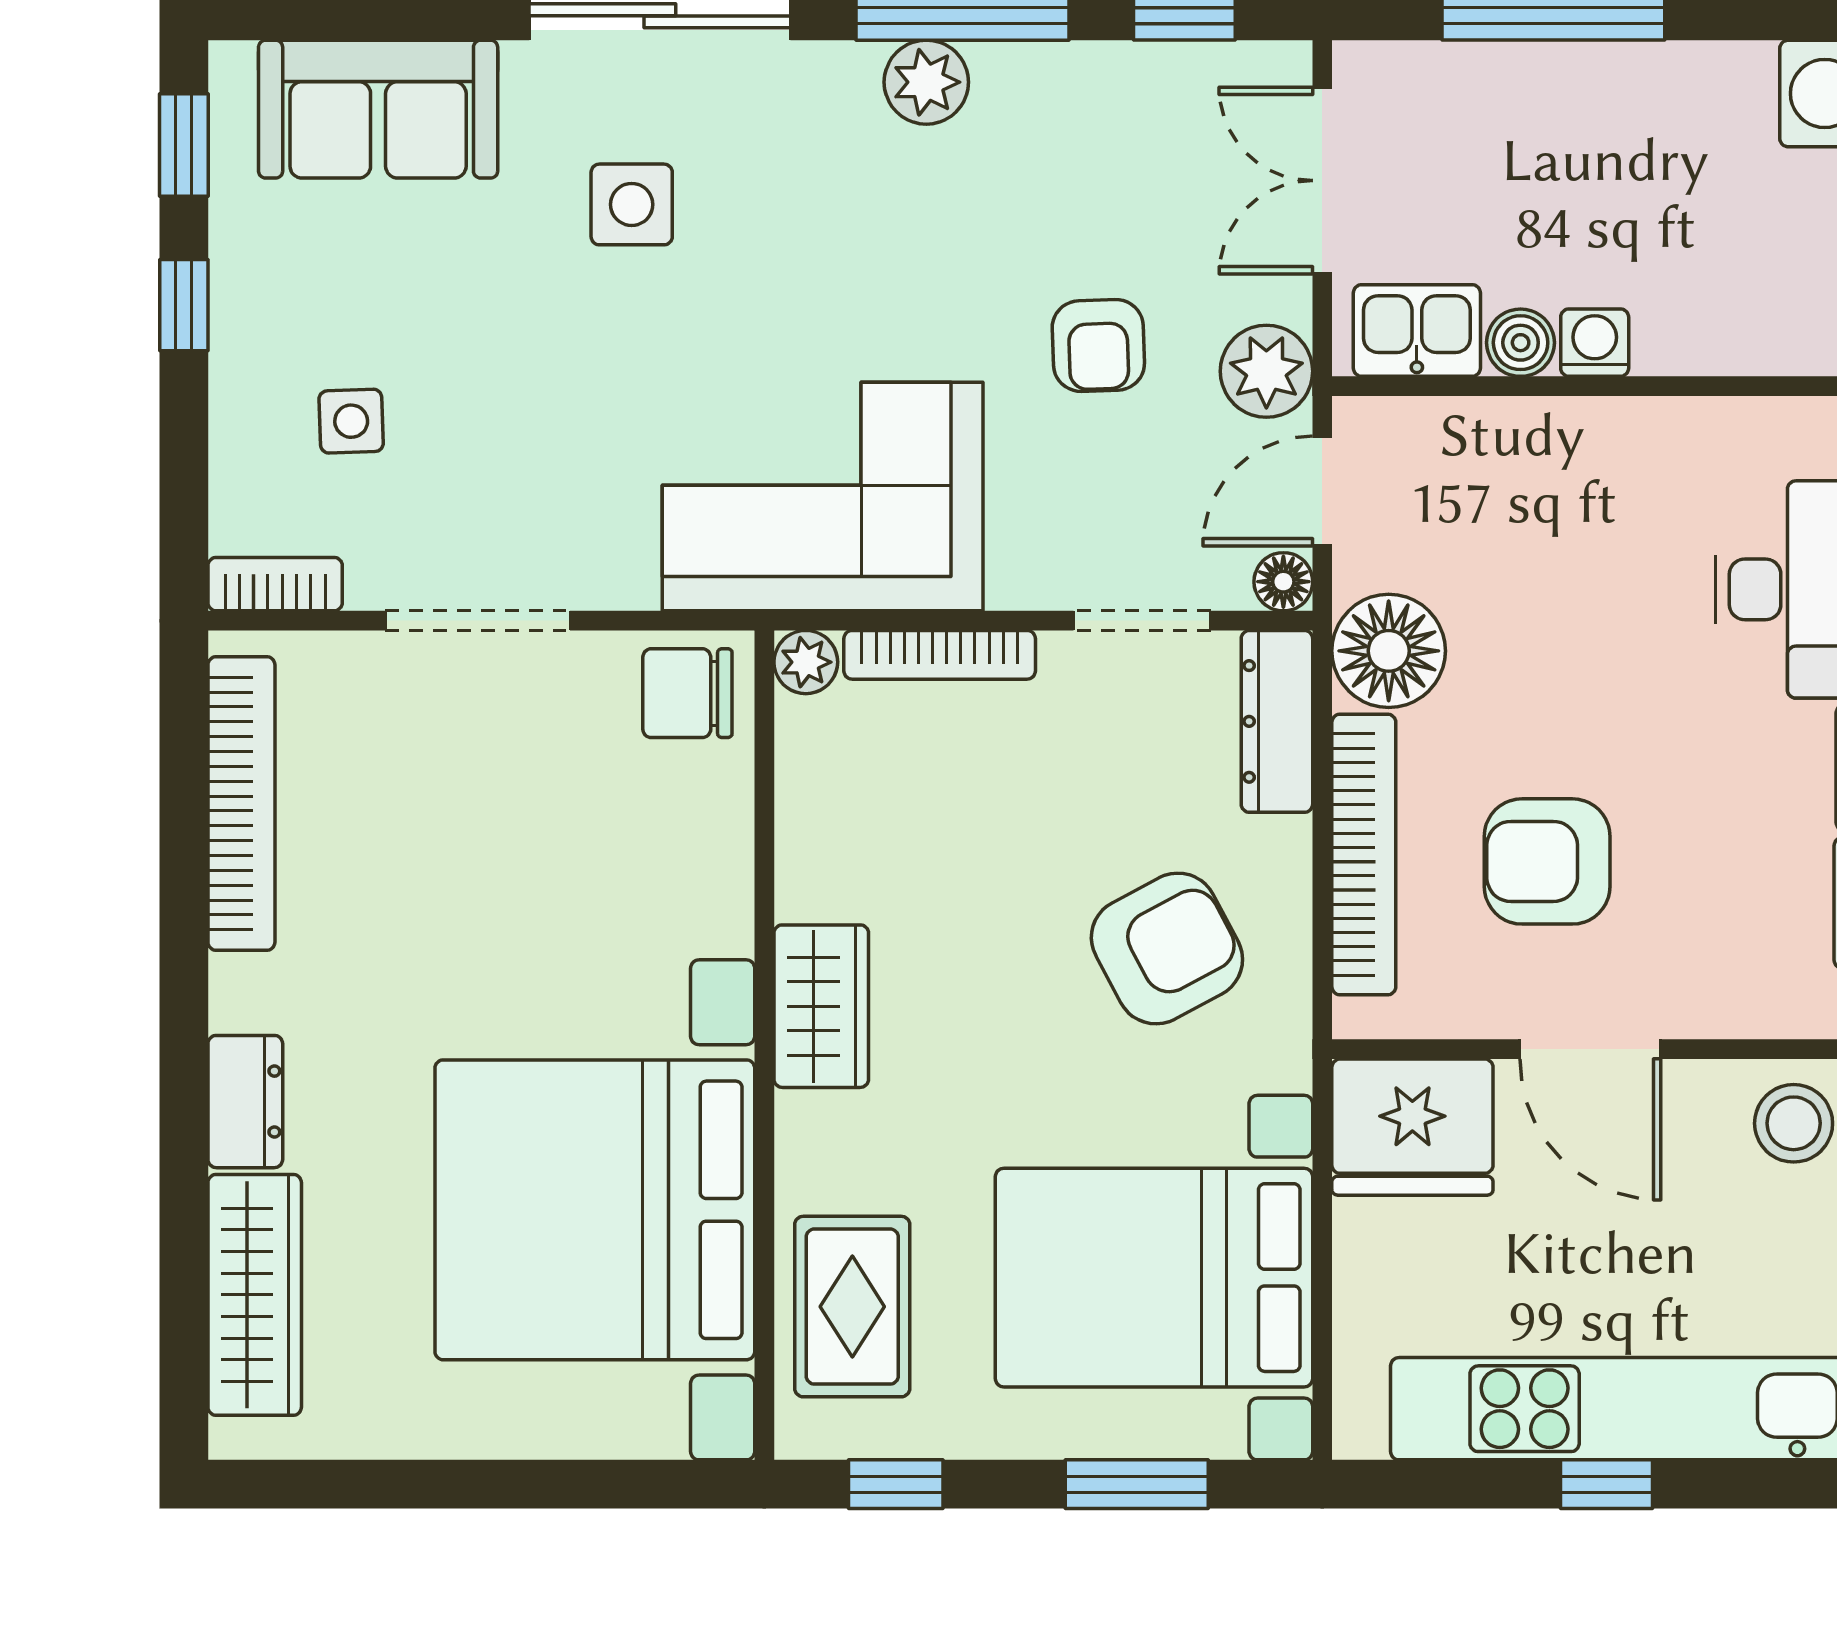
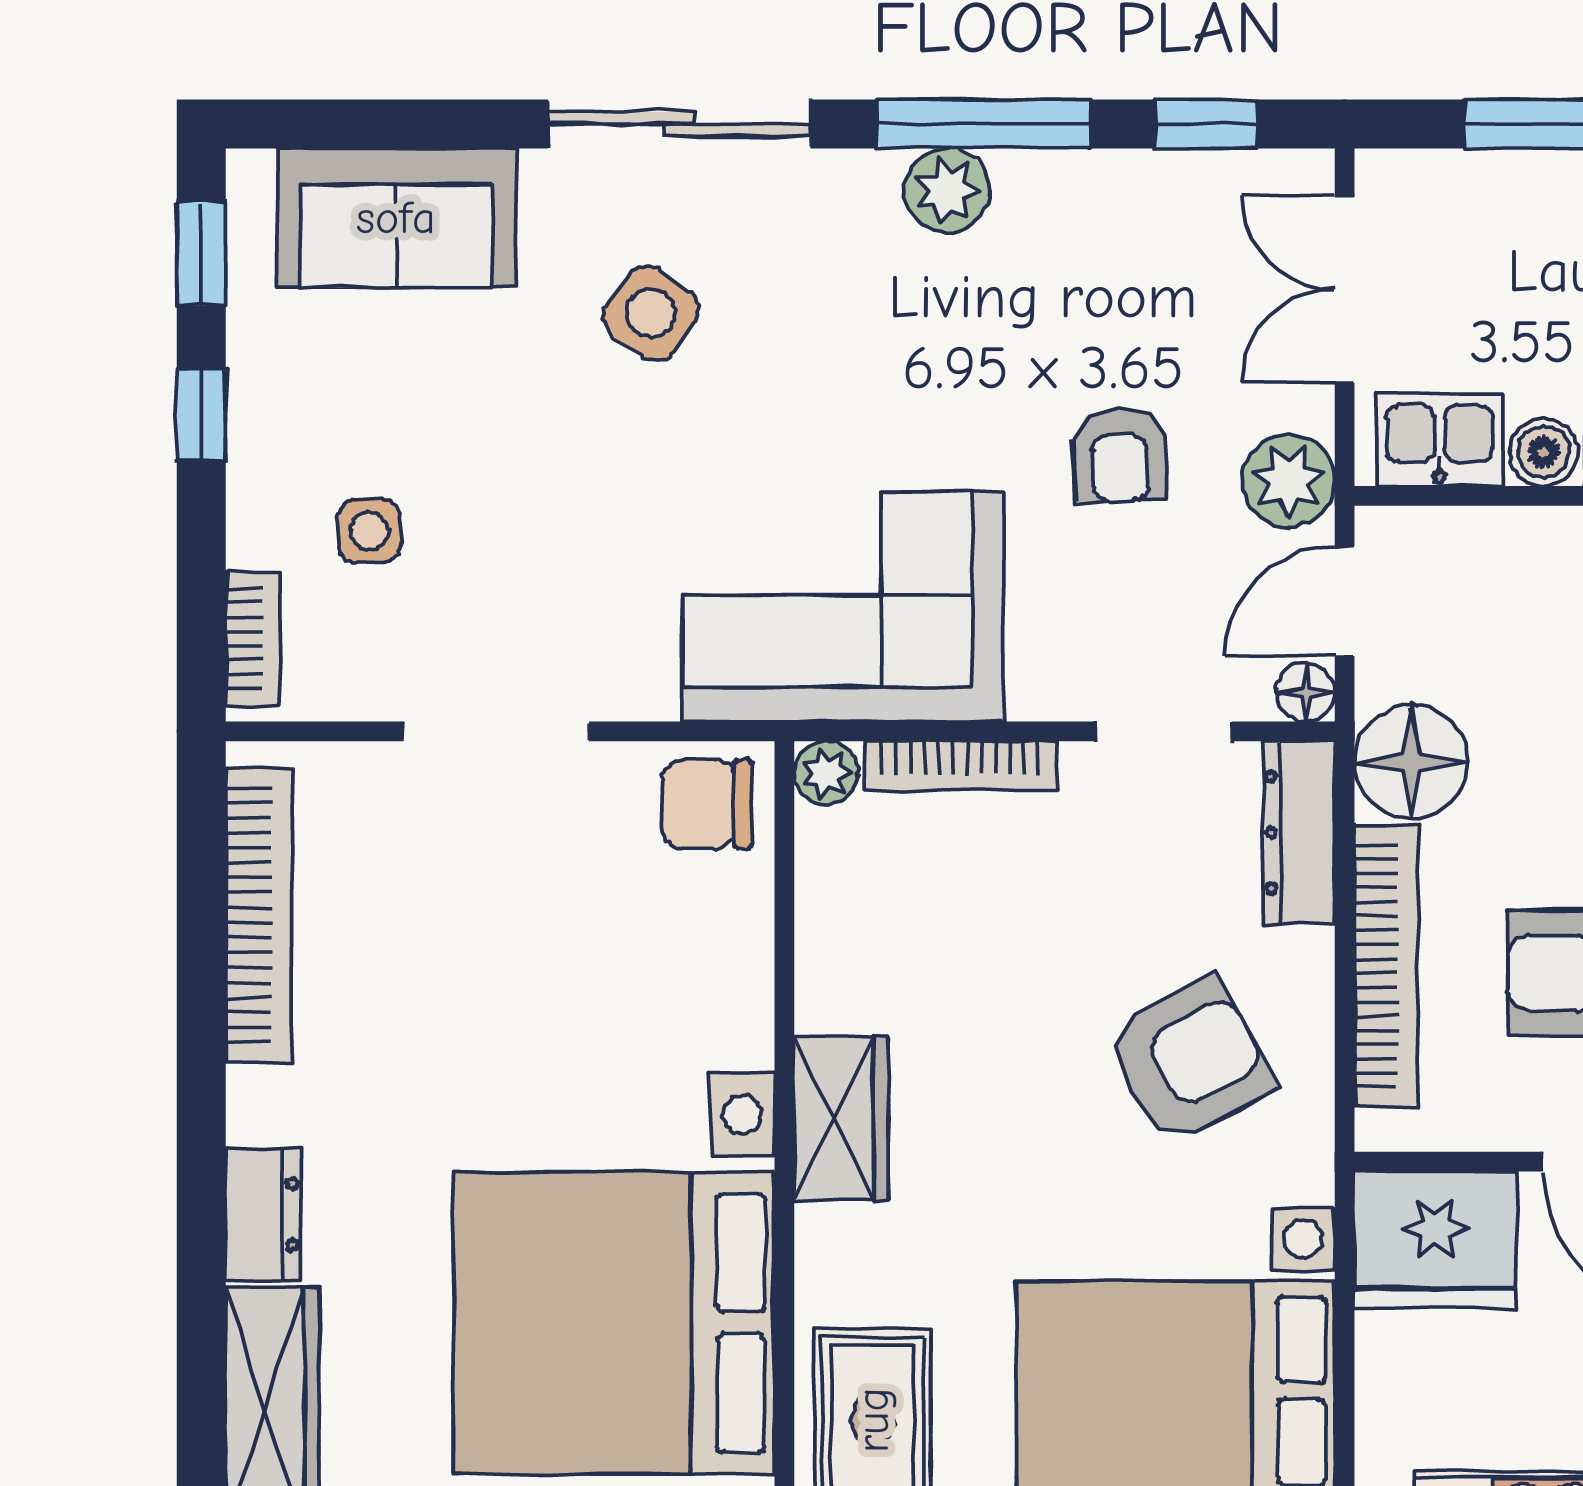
side table: (632, 204) -> (651, 313), turned 35
bookcase: (275, 584) -> (253, 638), moved, turned 90

